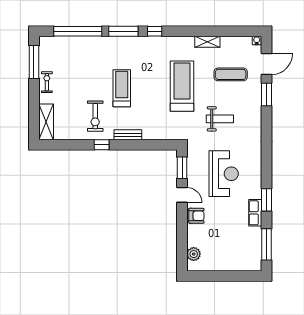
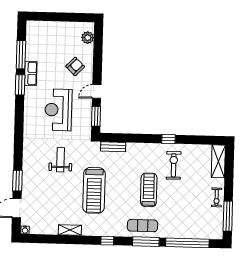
window: (155, 31) -> (107, 241), moved
exercise mat: (231, 74) -> (143, 226), moved
treadmill: (122, 88) -> (149, 190), turned 180
weight bench: (220, 119) -> (60, 160), turned 90
bench: (128, 135) -> (113, 147), moved
door: (182, 195) -> (97, 92), hinge flipped
armchair: (196, 216) -> (75, 66), moved, turned 134
window: (267, 244) -> (21, 55), moved

